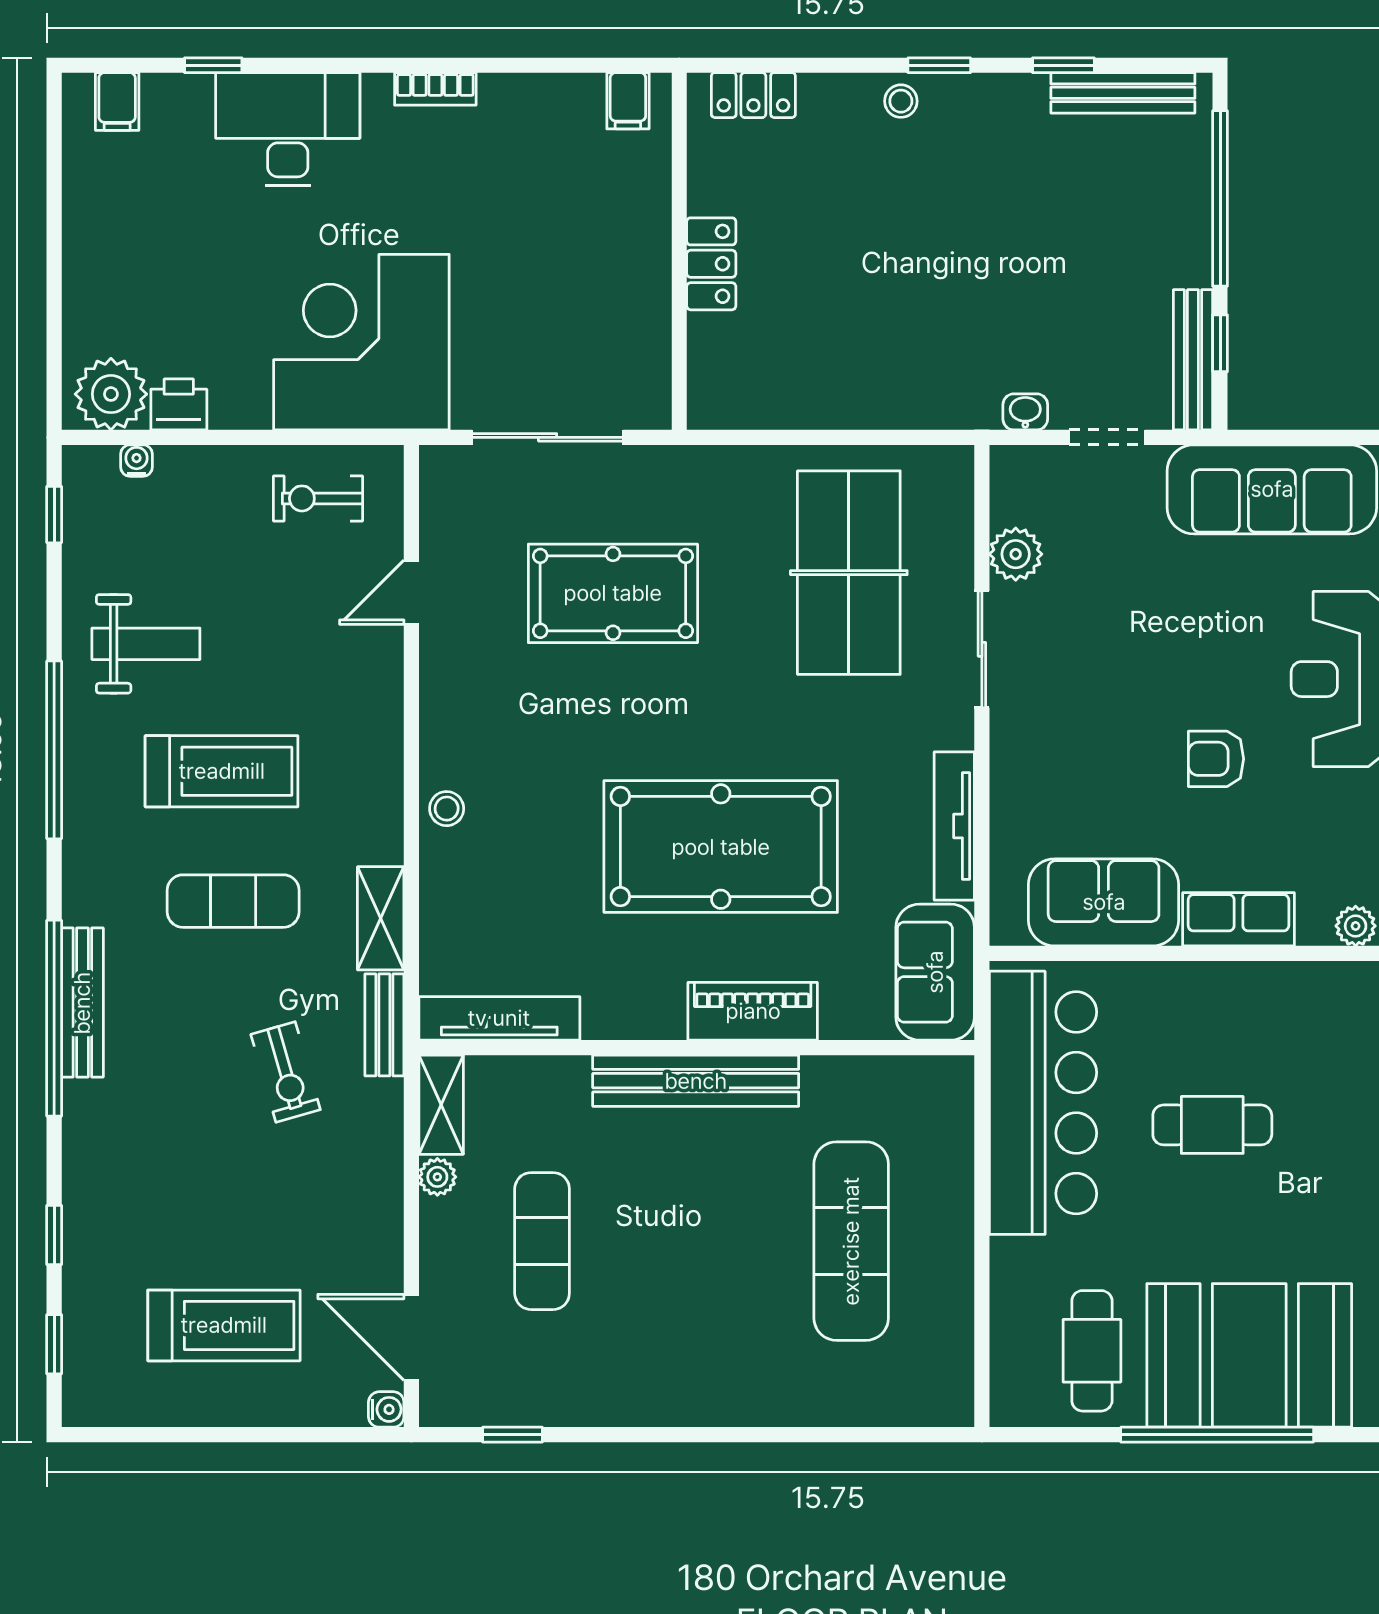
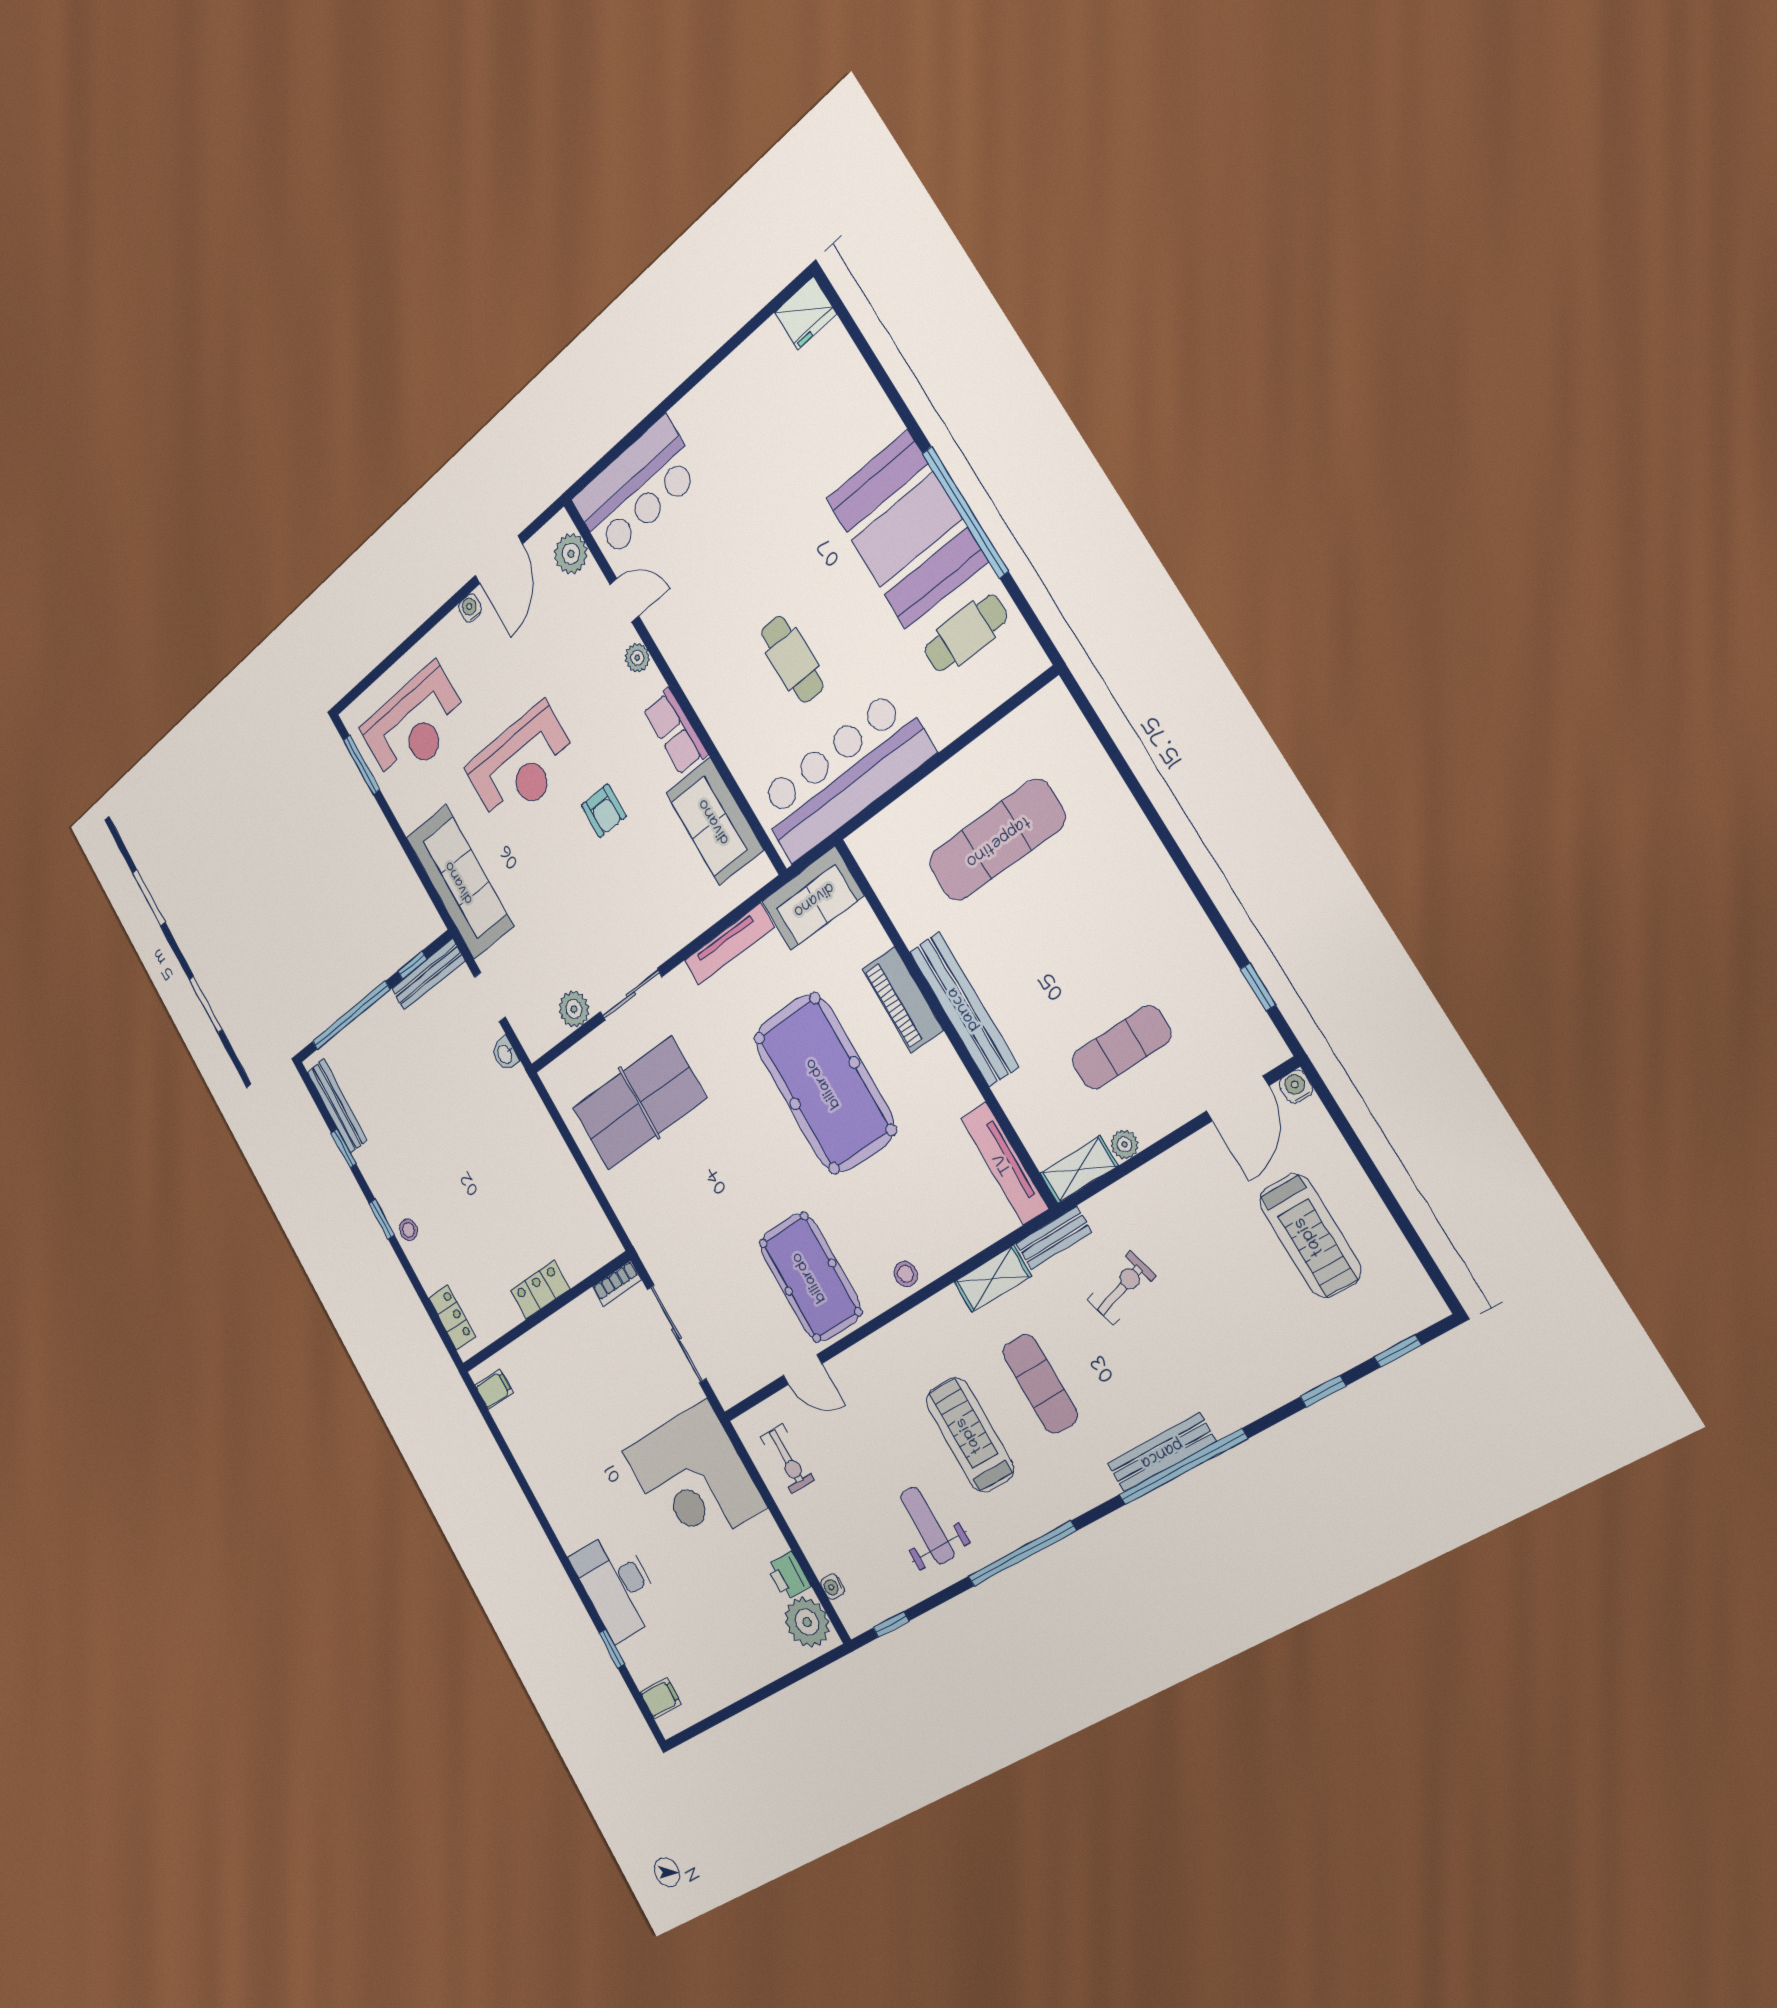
bookcase: (435, 89) -> (617, 1283), moved, turned 90
pool table: (613, 593) -> (810, 1277), moved
treadmill: (224, 1325) -> (1310, 1236), turned 180

